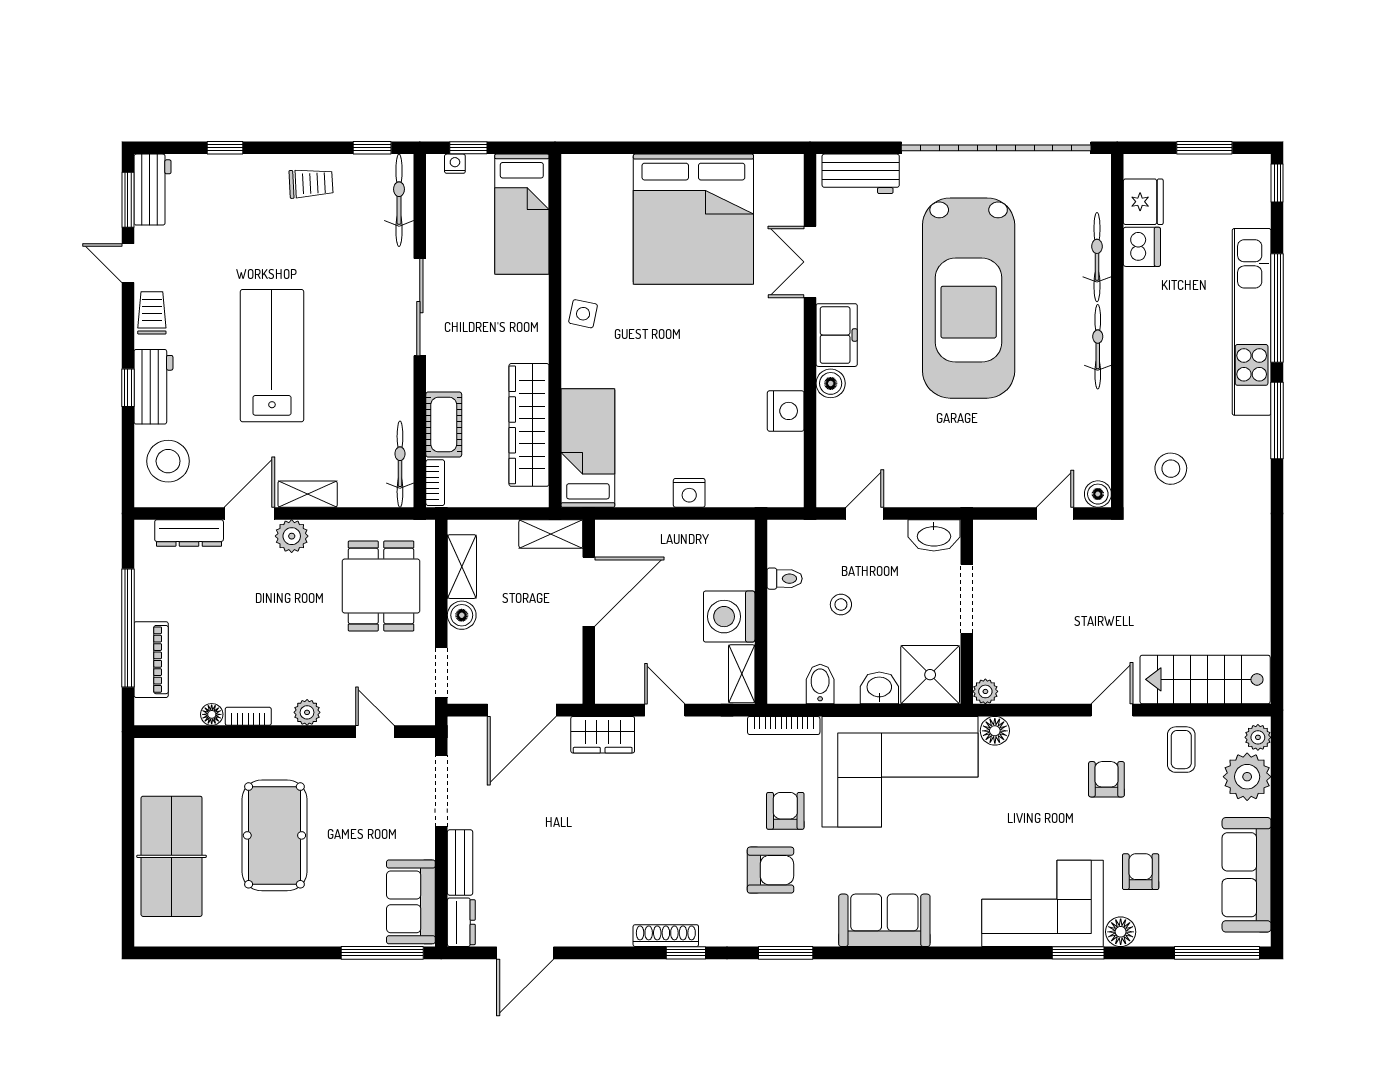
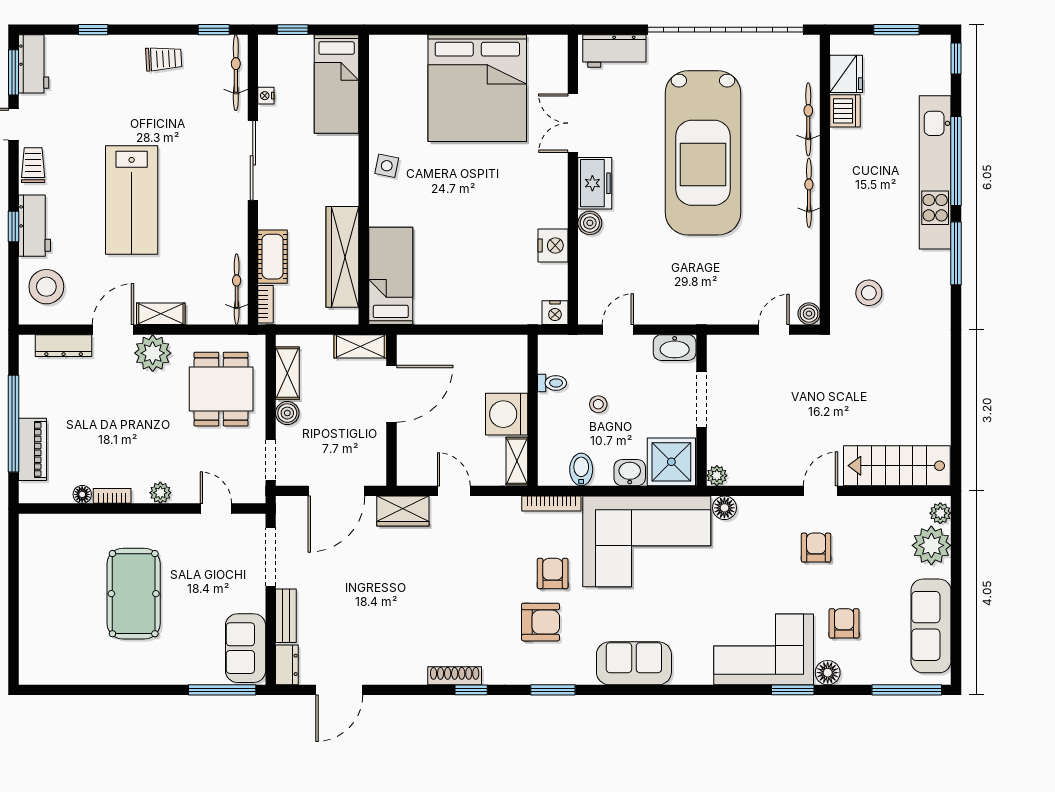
nightstand: (455, 164) -> (266, 96), moved, turned -90
lab bench: (272, 356) -> (132, 200), turned 180
nightstand: (689, 493) -> (555, 313), moved
plant: (292, 536) -> (153, 353), width x1.36, depth x1.36
coffee table: (1181, 750) -> (877, 523), removed
table tennis table: (172, 856) -> (49, 611), removed

